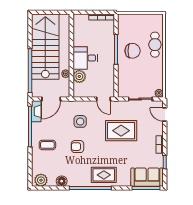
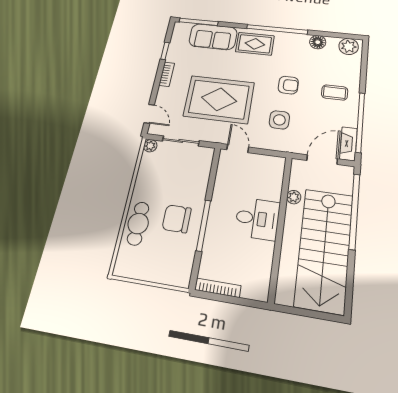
plant: (79, 76) -> (271, 189), removed
rug: (121, 131) -> (219, 99), width x1.37, depth x1.44
sofa: (147, 177) -> (213, 37), moved

